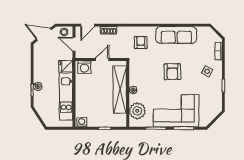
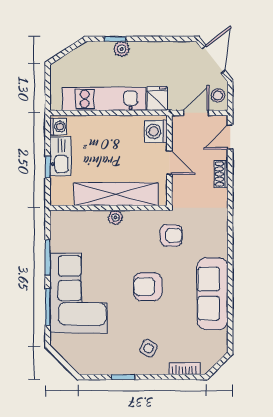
door: (88, 25) -> (230, 137), hinge flipped
armchair: (141, 43) -> (171, 235), moved
plant: (137, 111) -> (78, 225), removed
kitchen sink: (98, 121) -> (60, 156), added

